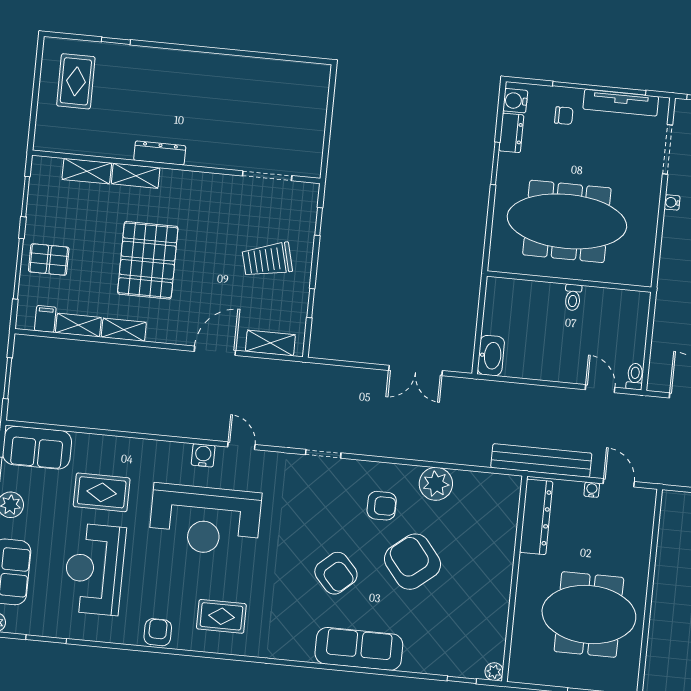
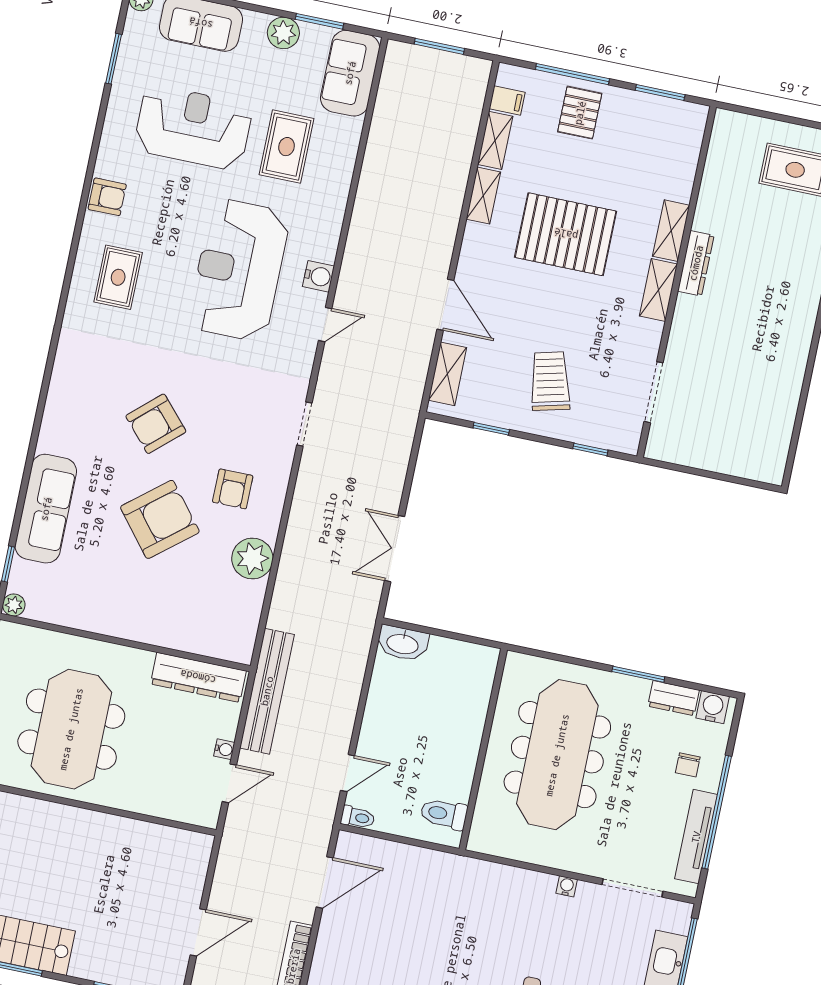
shelving: (87, 171) -> (658, 290), moved
toilet: (573, 297) -> (444, 814), moved, width x1.37, depth x1.39
sofa: (359, 649) -> (46, 509), moved

